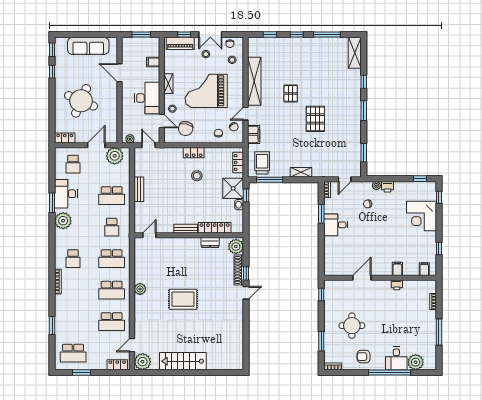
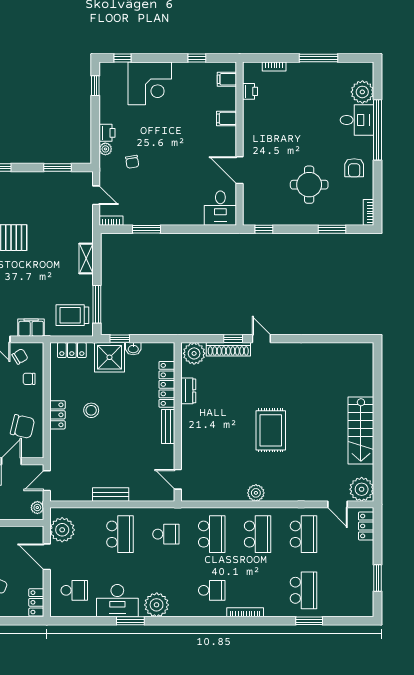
desk: (336, 225) -> (220, 208), moved
printer: (397, 285) -> (250, 91), moved
school desk: (73, 353) -> (303, 590), moved

